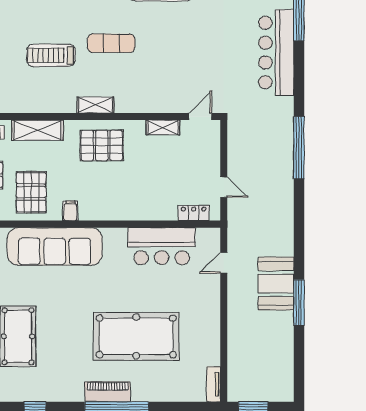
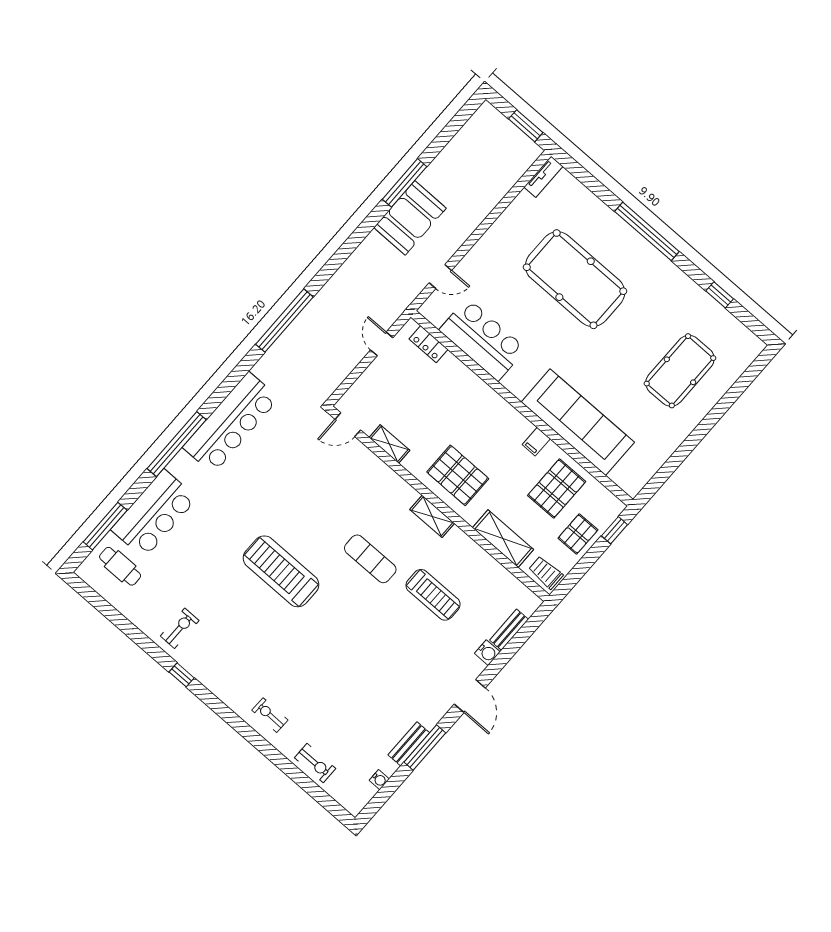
piano: (108, 392) -> (643, 252), removed

